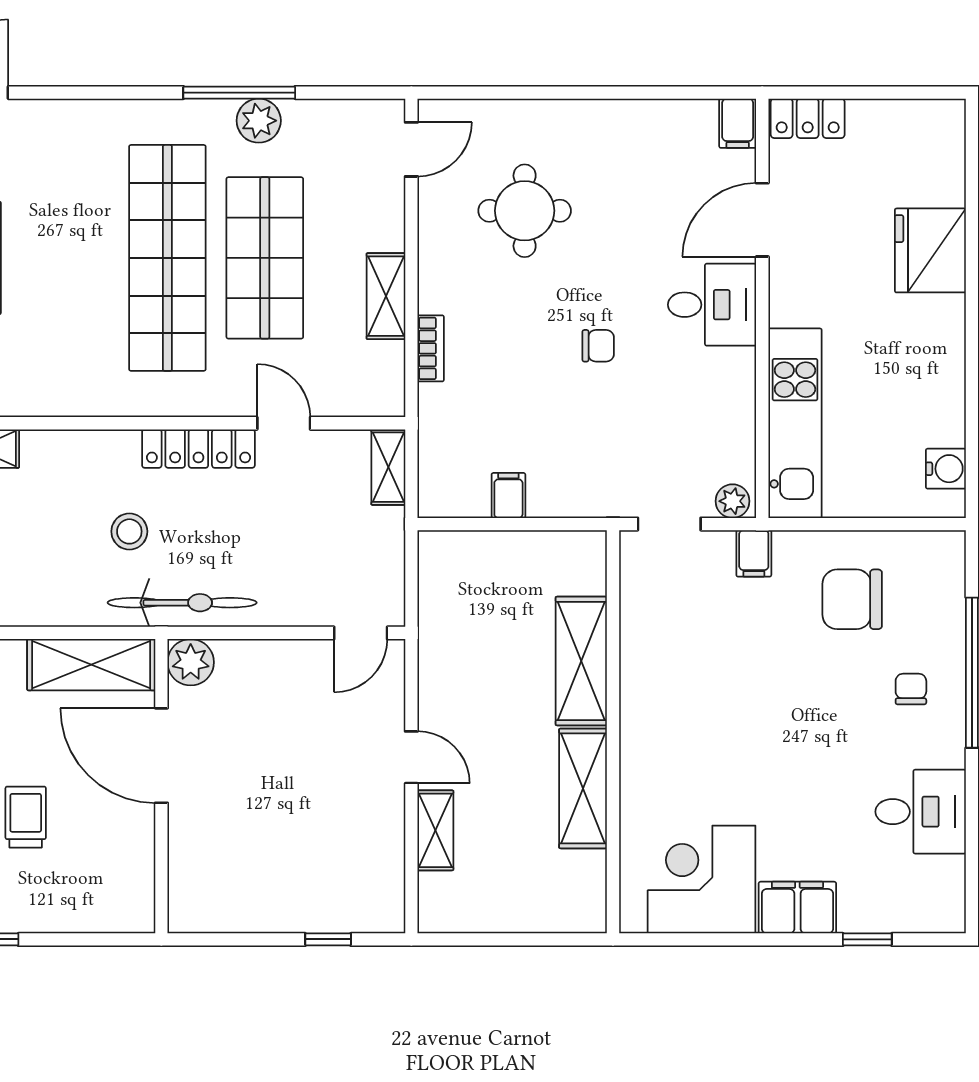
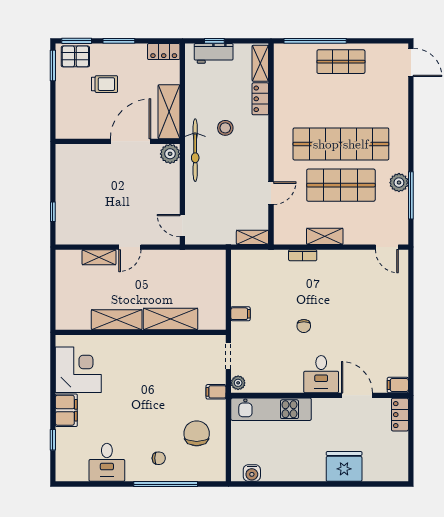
window: (239, 93) -> (411, 195), moved
round table: (525, 211) -> (361, 295), removed
locker: (198, 449) -> (260, 99), moved, width x0.66
filing cabinet: (508, 495) -> (240, 314), moved

